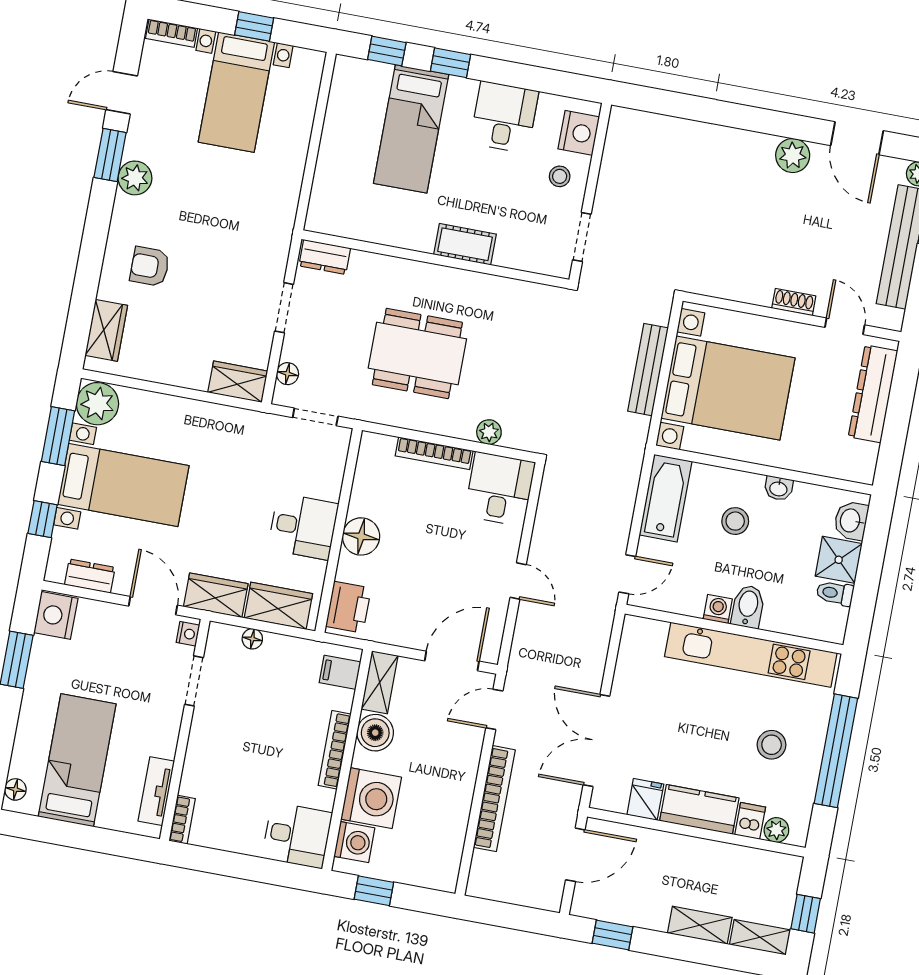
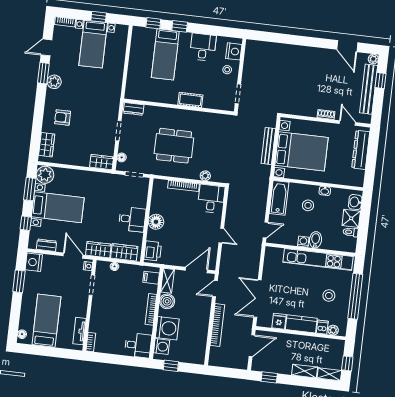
plant: (793, 156) -> (322, 55), removed

